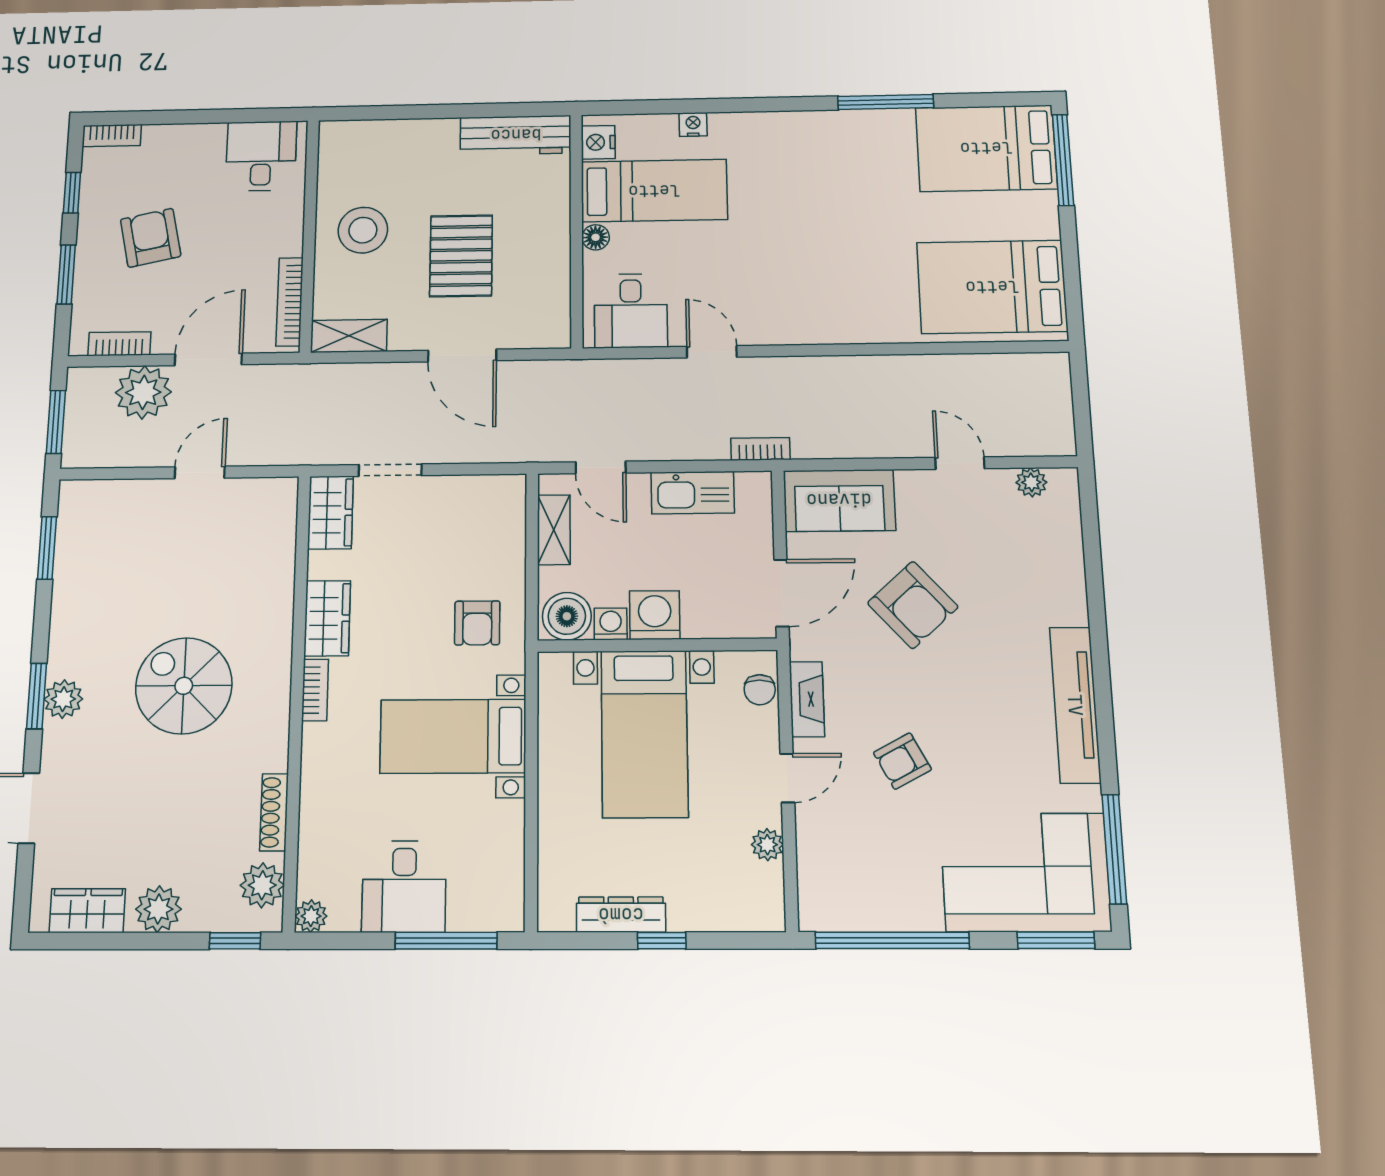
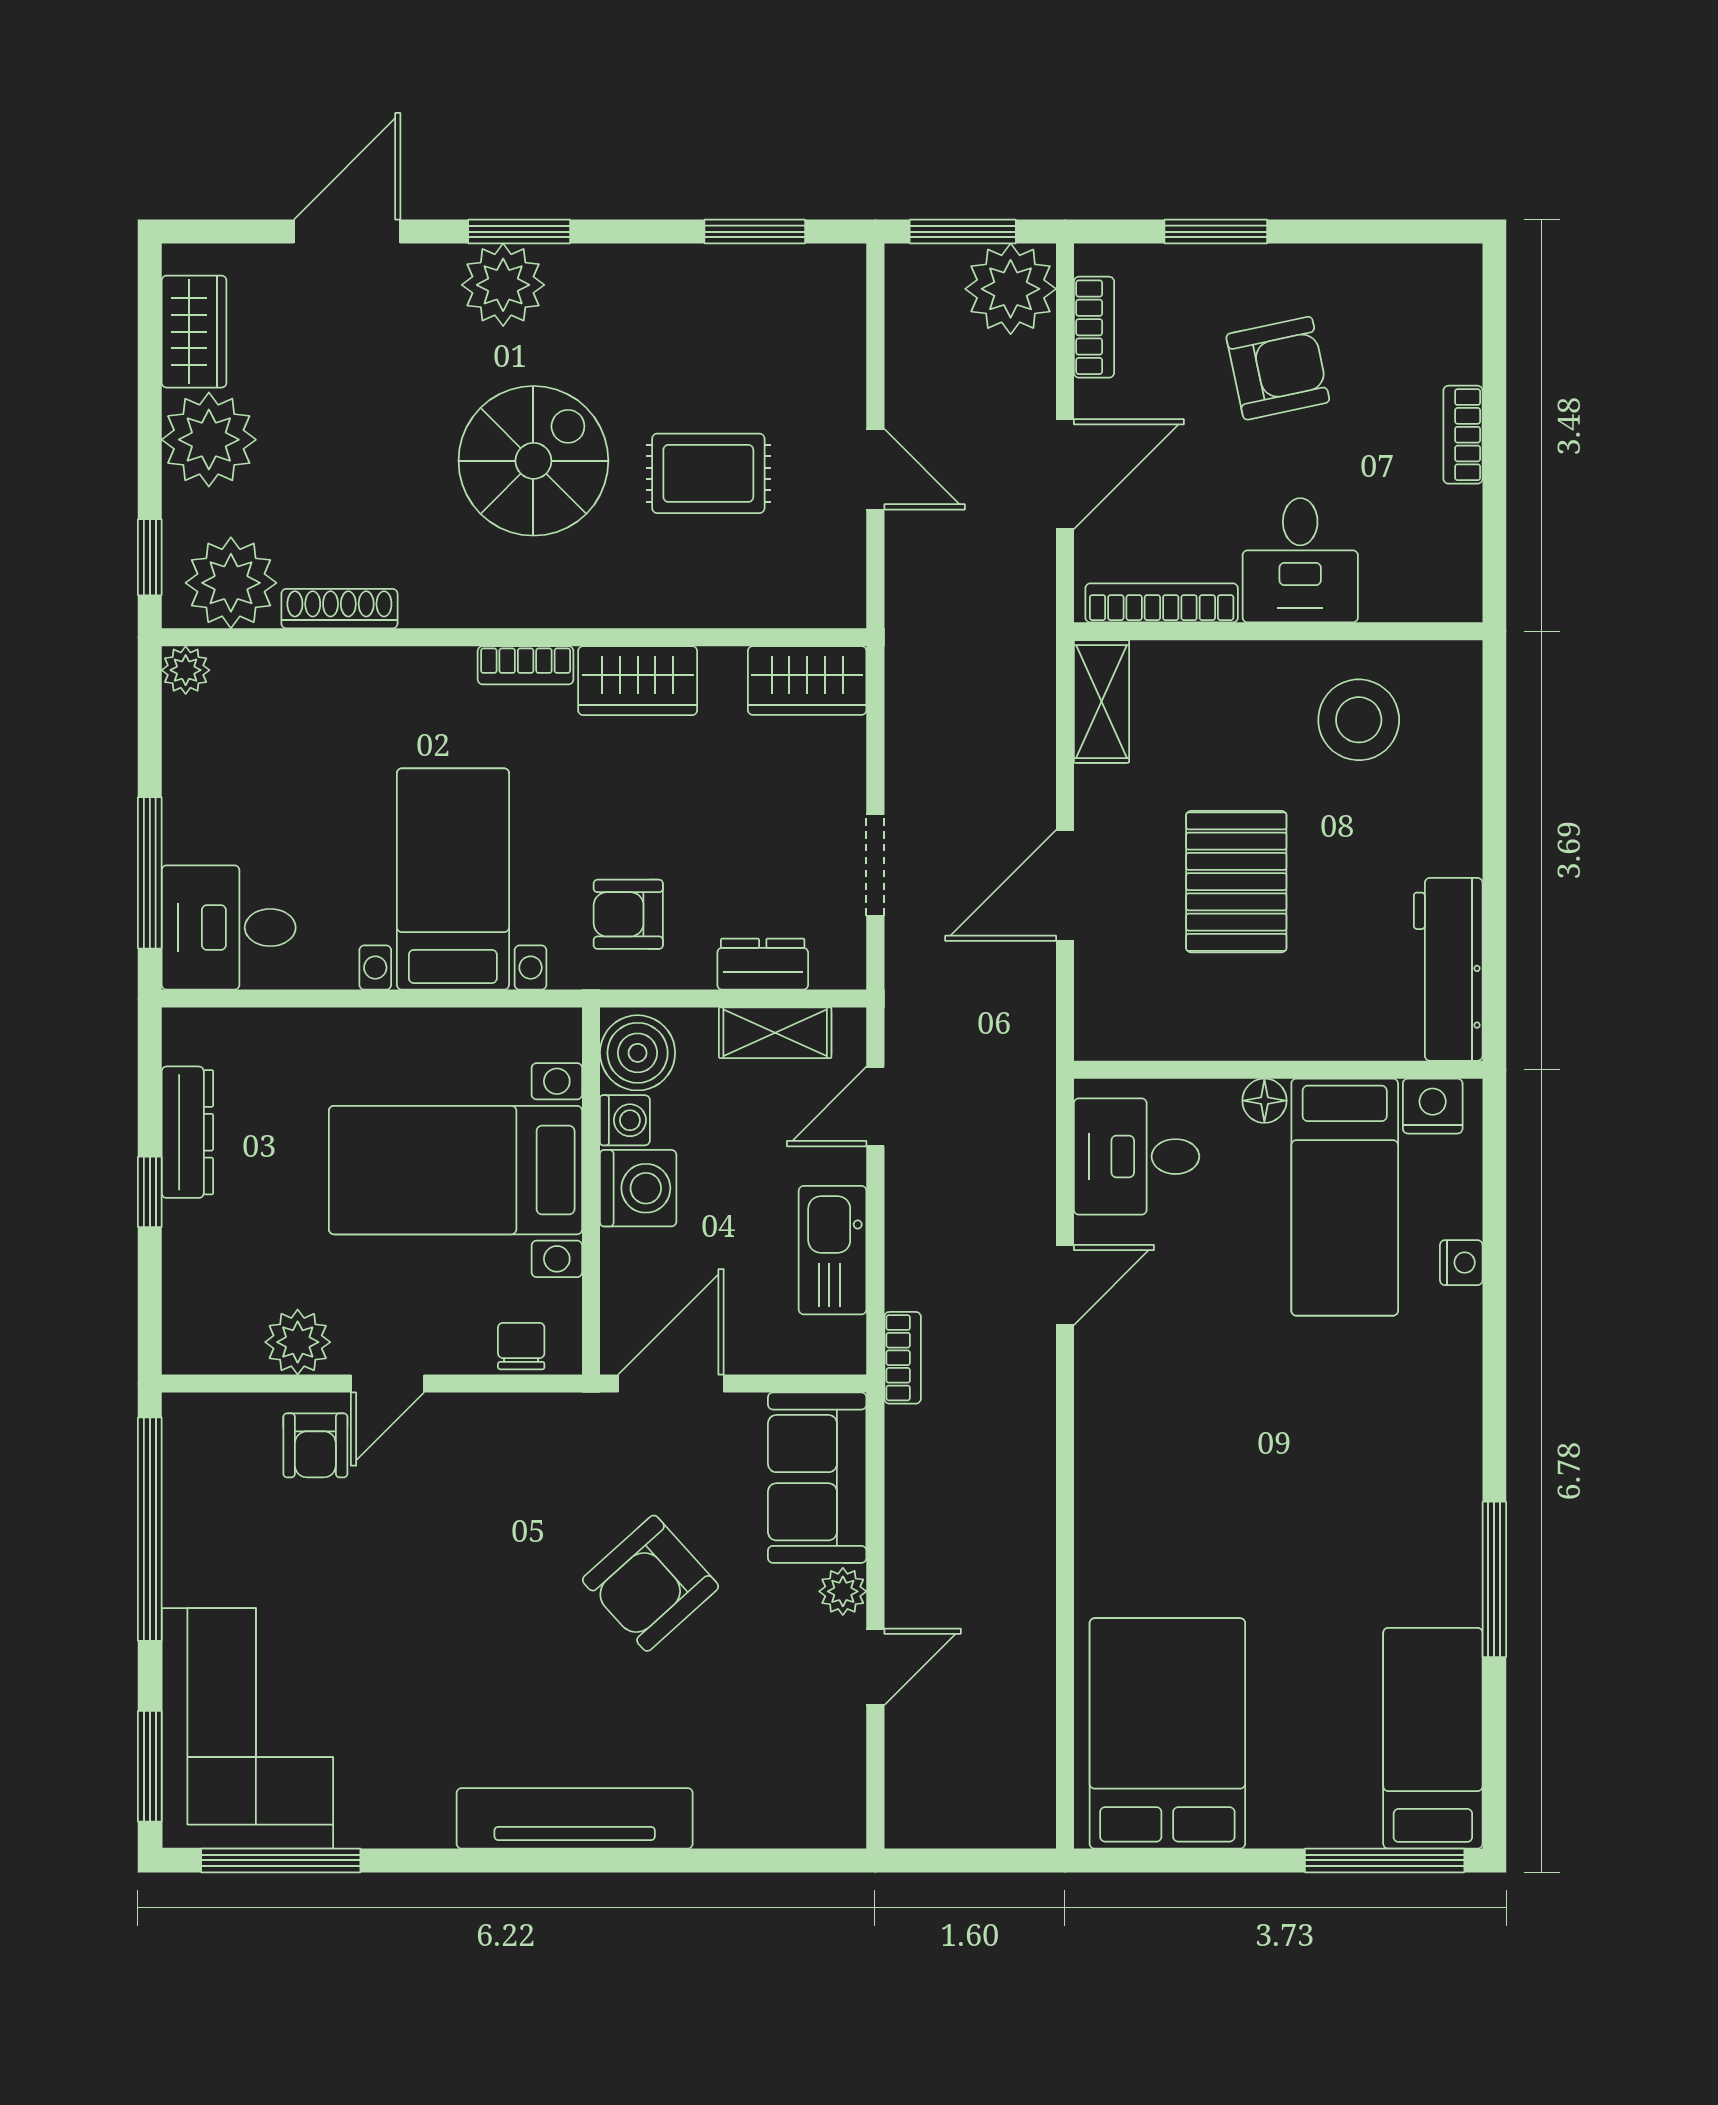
bookcase: (112, 136) -> (1463, 435), moved
bed: (986, 148) -> (1433, 1738), width x0.67
desk: (261, 156) -> (1300, 560), moved, turned 90
window: (72, 193) -> (1361, 232), removed
stool: (363, 230) -> (1359, 720), moved
pallet: (461, 256) -> (1236, 882), turned 90
door: (208, 359) -> (1065, 474), hinge flipped
plant: (143, 392) -> (1011, 289), moved
doorway: (390, 470) -> (875, 865), moved
plant: (1031, 482) -> (843, 1591), moved
dresser: (510, 538) -> (763, 964), added
rug: (197, 575) -> (708, 473), added
door: (781, 593) -> (671, 1384), swing flipped
chair: (760, 690) -> (521, 1346), turned 90
plant: (63, 699) -> (503, 285), width x1.36, depth x1.36
fireplace: (807, 699) -> (506, 1417), removed
tv unit: (1075, 705) -> (575, 1818), moved
armchair: (902, 761) -> (315, 1445), moved, turned -152
door: (787, 778) -> (387, 1384), hinge flipped
plant: (767, 845) -> (298, 1342), width x1.38, depth x1.38
plant: (262, 885) -> (231, 583), width x1.36, depth x1.36
desk: (404, 887) -> (229, 928), moved
plant: (158, 909) -> (209, 440), width x1.36, depth x1.36

